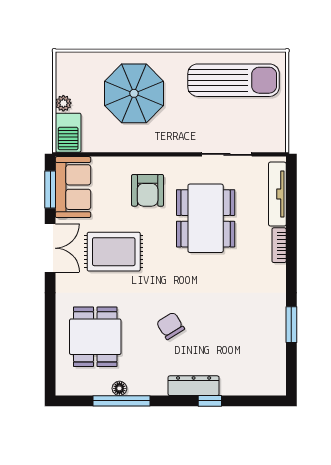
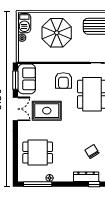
barbecue: (68, 133) -> (24, 23), moved
chair: (170, 326) -> (92, 152), moved
dining table: (95, 337) -> (38, 153), turned 90
window: (122, 401) -> (38, 184), moved

